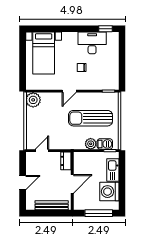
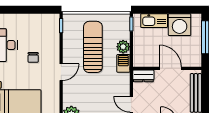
door: (69, 91) -> (61, 72), hinge flipped
sun lounger: (90, 118) -> (93, 47), turned 180
barbecue: (105, 144) -> (123, 63), moved

